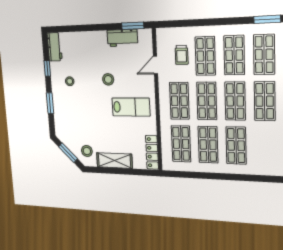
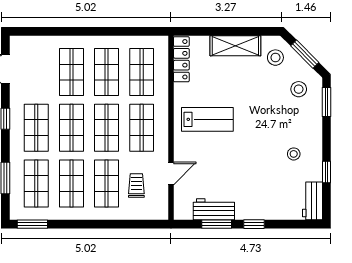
window: (133, 26) -> (217, 224), moved
window: (93, 28) -> (254, 224), added
stool: (108, 79) -> (299, 89), moved
window: (50, 103) -> (326, 102), moved
lab bench: (131, 107) -> (207, 119), turned 180

